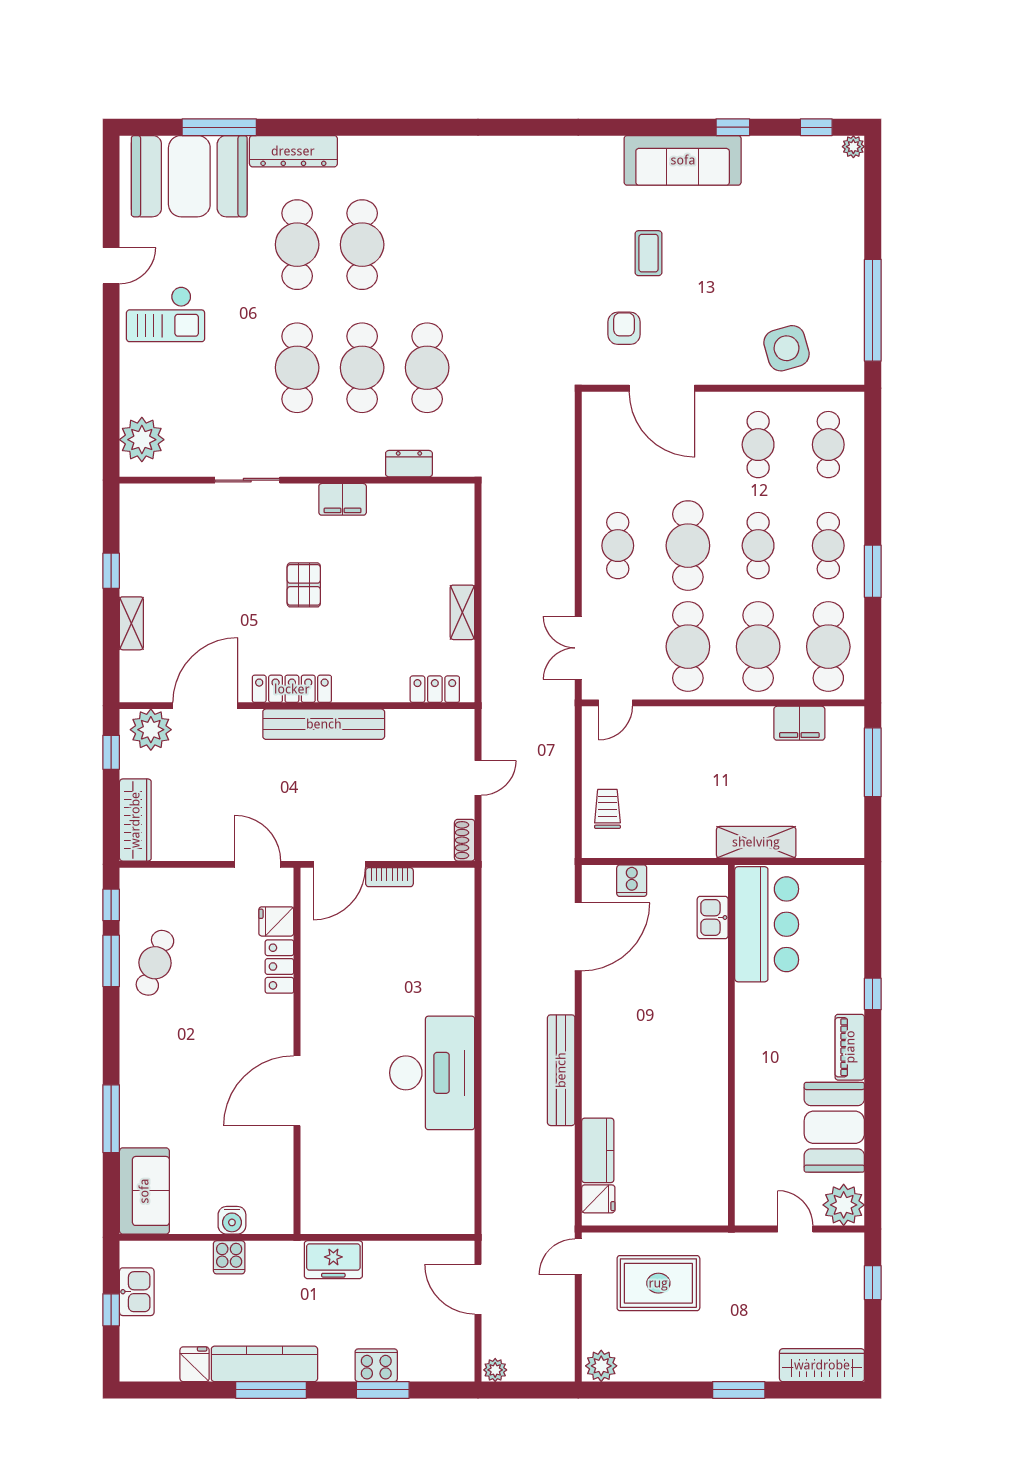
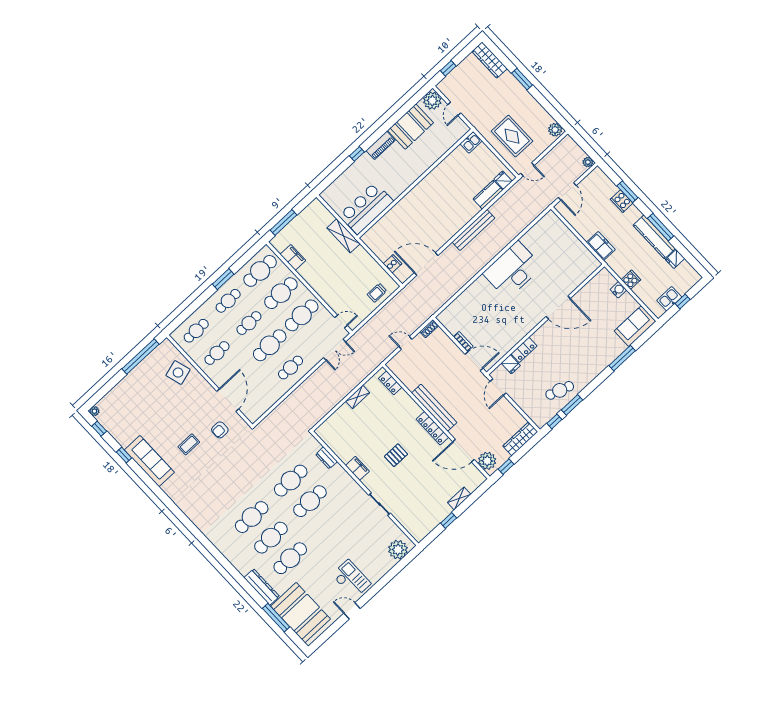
cafe table: (297, 368) -> (252, 517), moved
kitchen sink: (713, 917) -> (471, 142), moved

